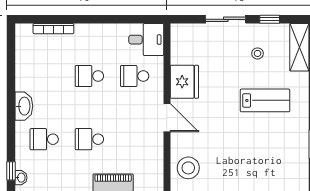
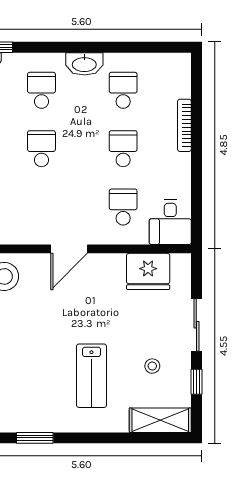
bookcase: (53, 29) -> (184, 125), moved
school desk: (44, 76) -> (123, 90), added
fridge: (184, 82) -> (148, 271), moved

